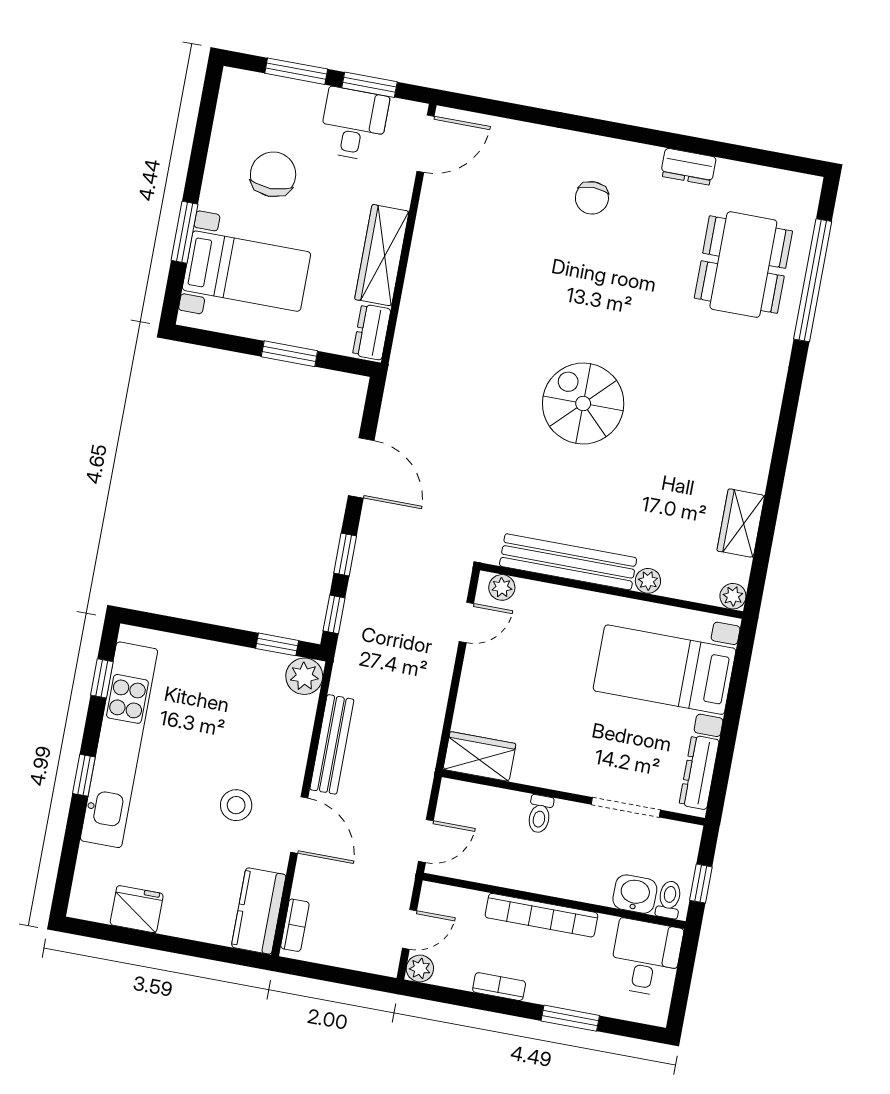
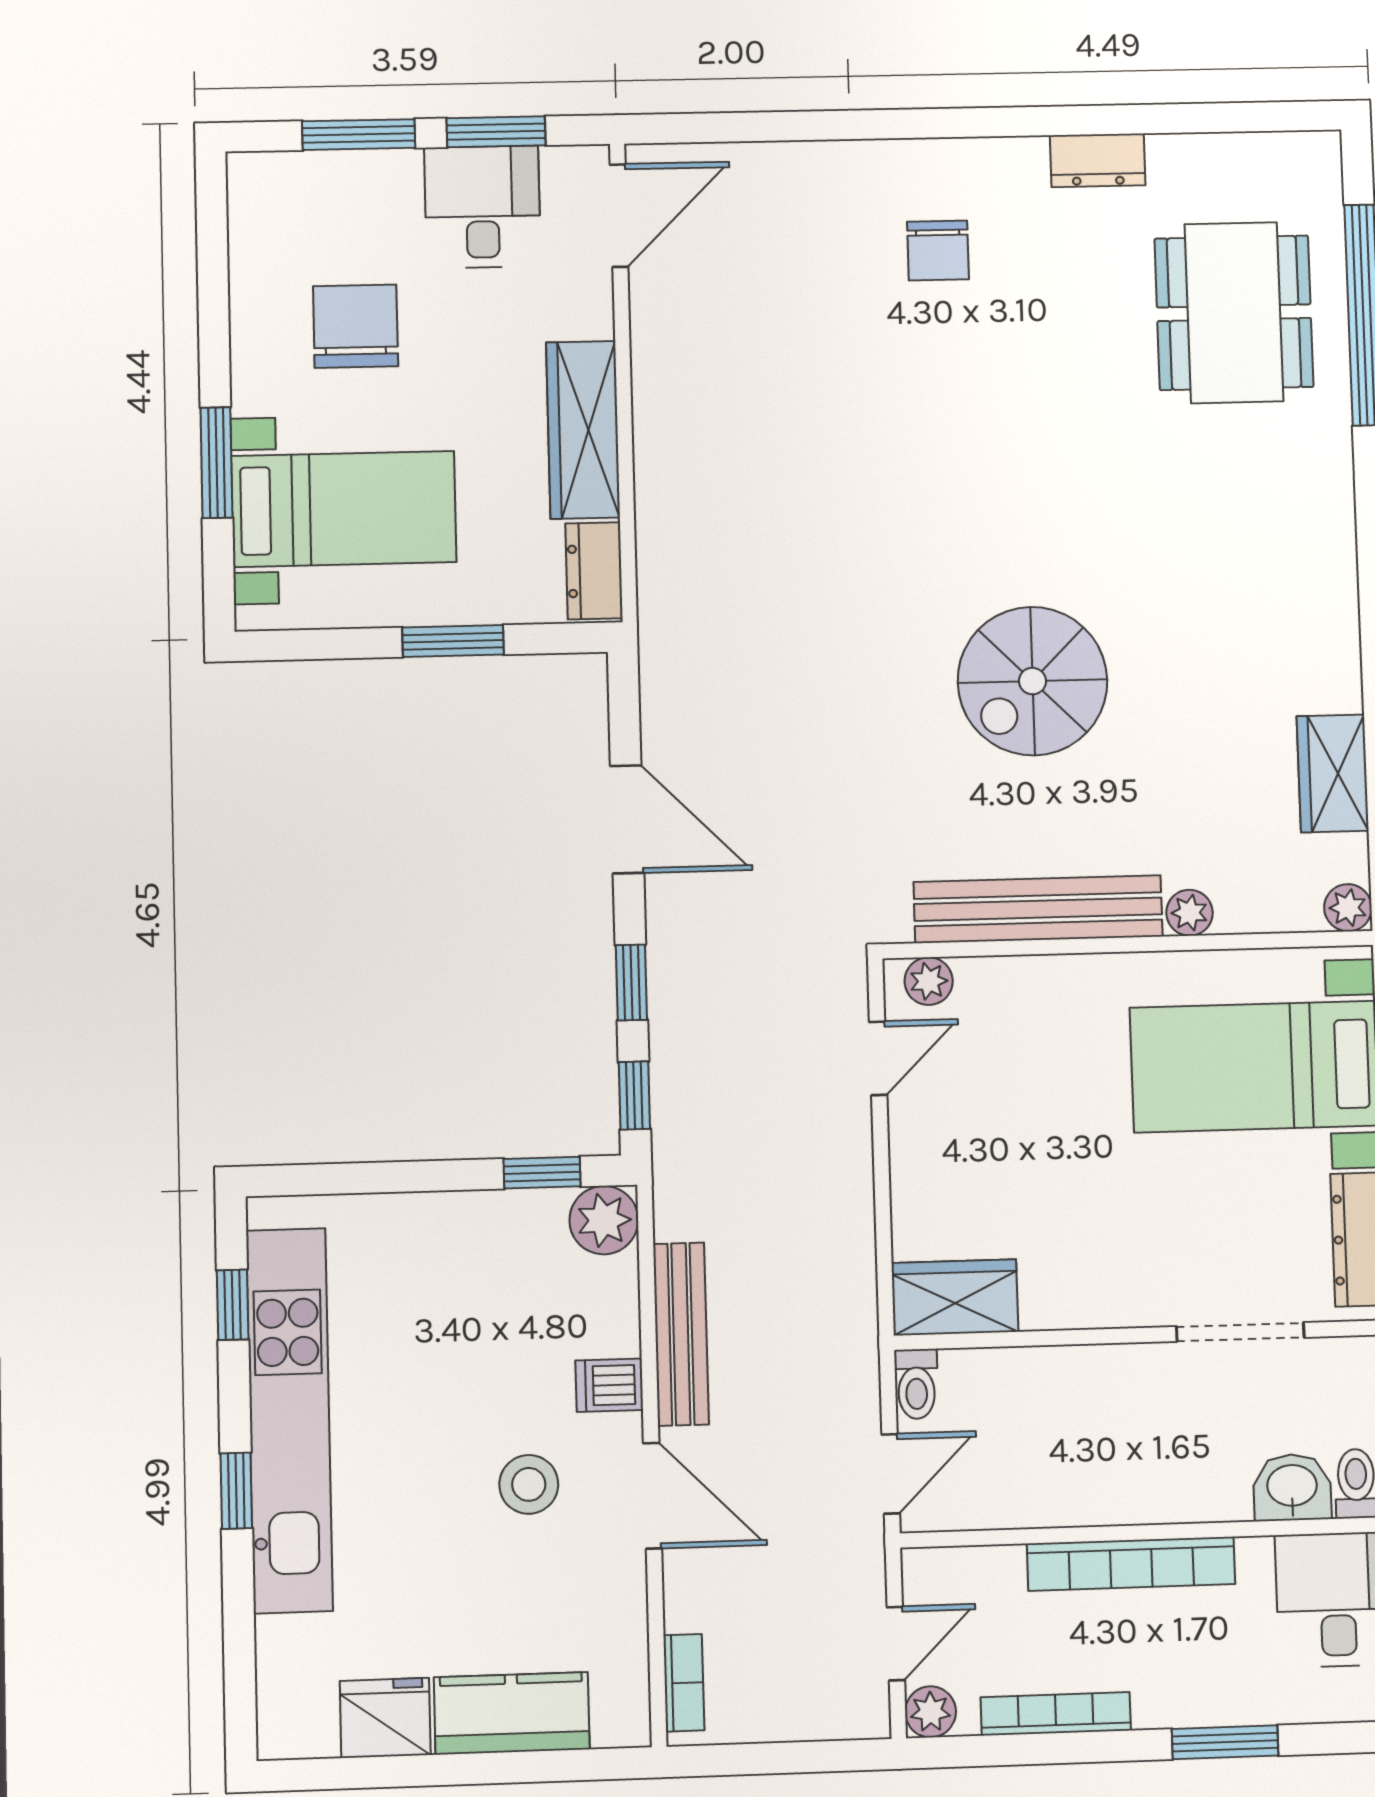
spiral stairs: (583, 404) -> (1032, 681), moved, turned -90
dishwasher: (289, 763) -> (609, 1385), added
toilet: (540, 814) -> (916, 1384), moved
kitchen counter: (259, 911) -> (512, 1713), moved, turned 90
bookcase: (499, 987) -> (1056, 1714), width x1.56

